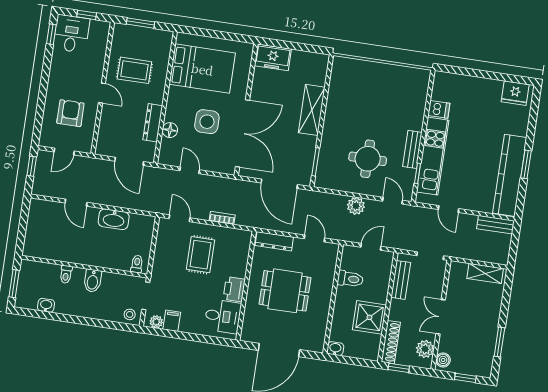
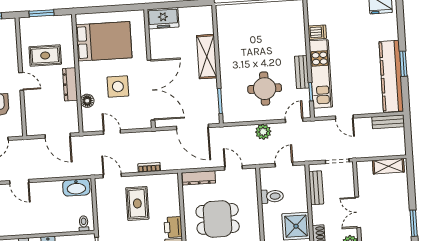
dresser: (153, 123) -> (70, 84), moved
door: (393, 201) -> (294, 120), hinge flipped
washbasin: (114, 219) -> (76, 188), moved

